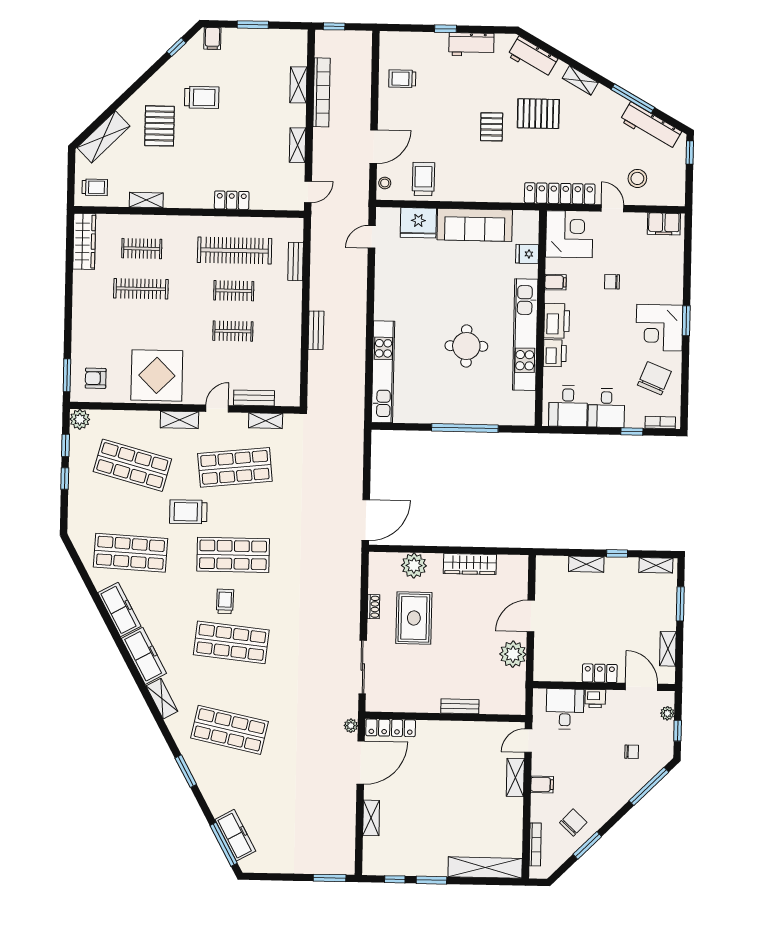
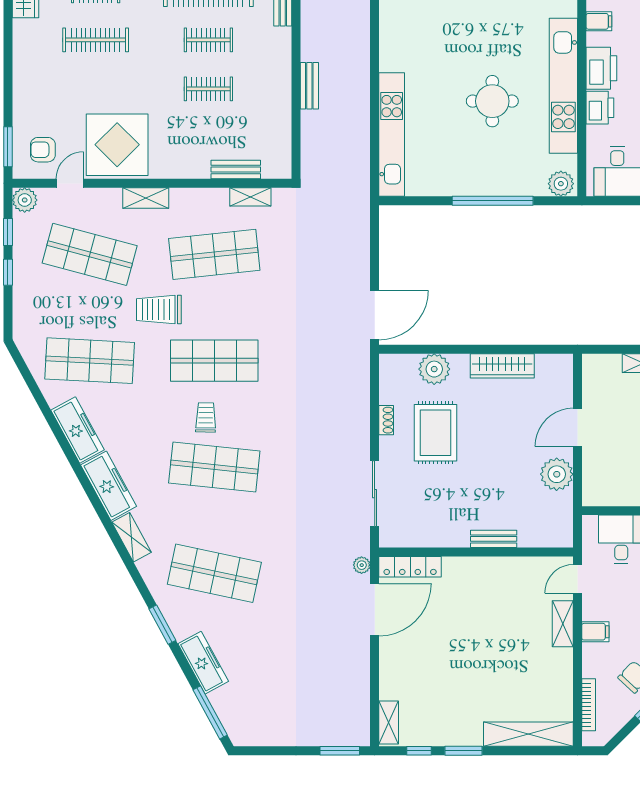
door: (217, 408) -> (70, 183), moved
plant: (521, 415) -> (561, 184), added
shelving: (371, 818) -> (389, 723), moved
freezer: (235, 835) -> (203, 663), moved

